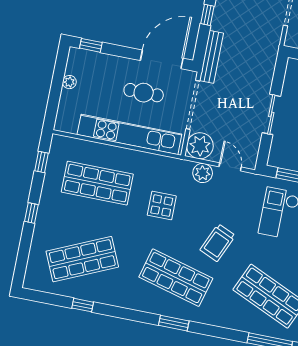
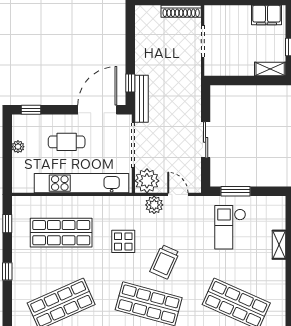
window: (207, 15) -> (130, 83), moved
cafe table: (144, 93) -> (67, 142), moved
trolley: (218, 243) -> (165, 262), moved

